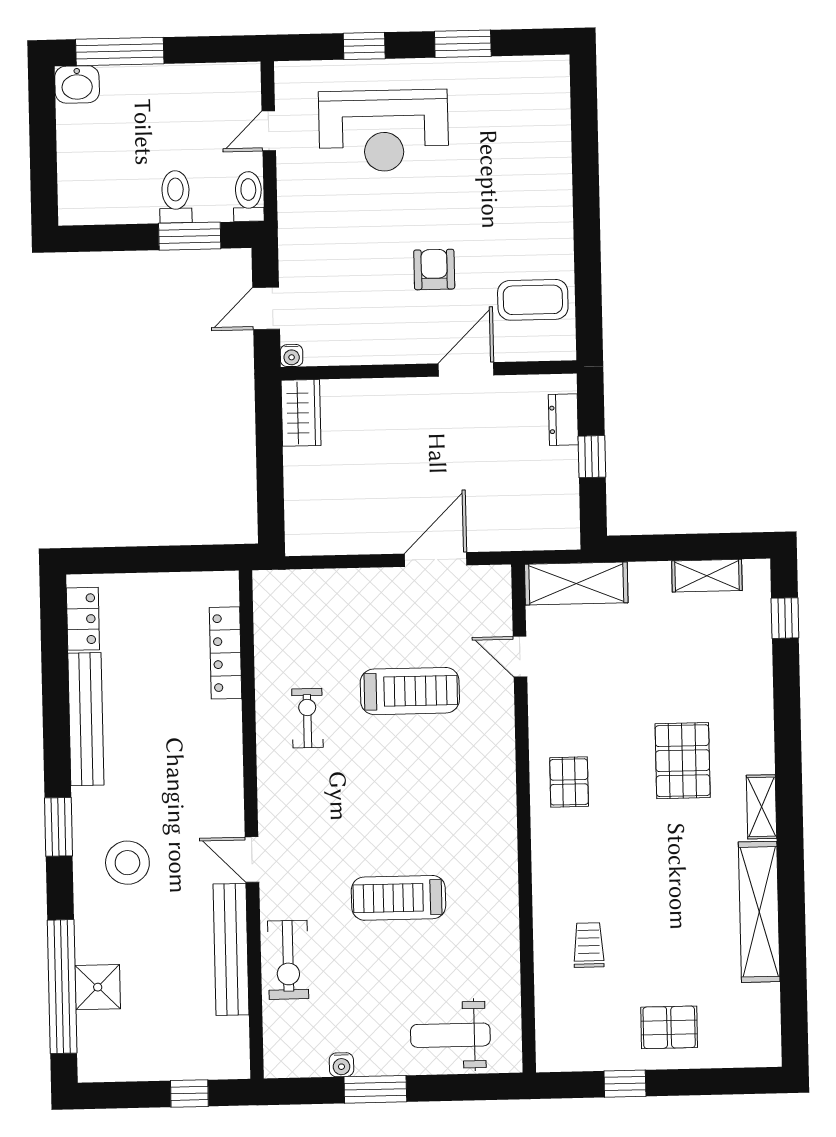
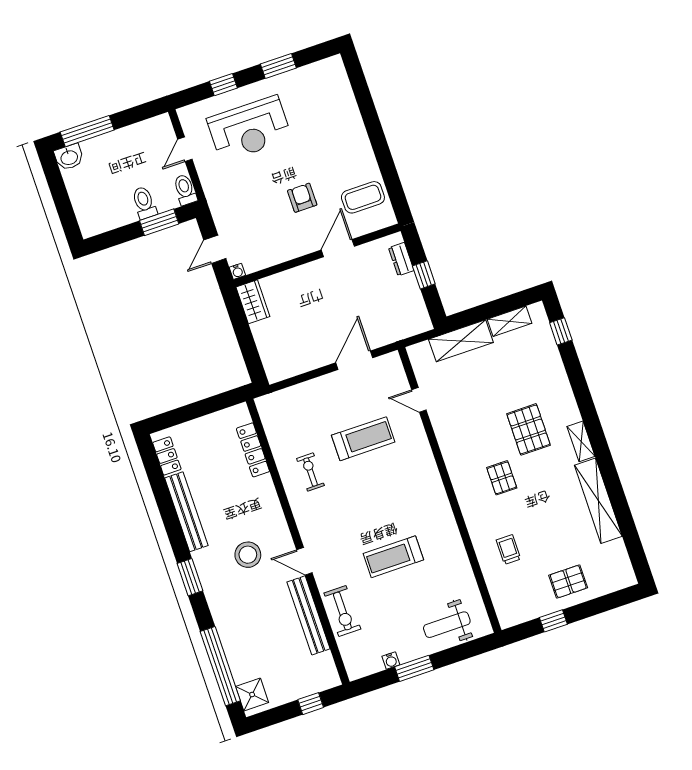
shelving: (576, 583) -> (461, 341), moved
pallet: (569, 782) -> (502, 478), moved
stool: (127, 863) -> (248, 555), moved
shower: (98, 987) -> (252, 695), moved

